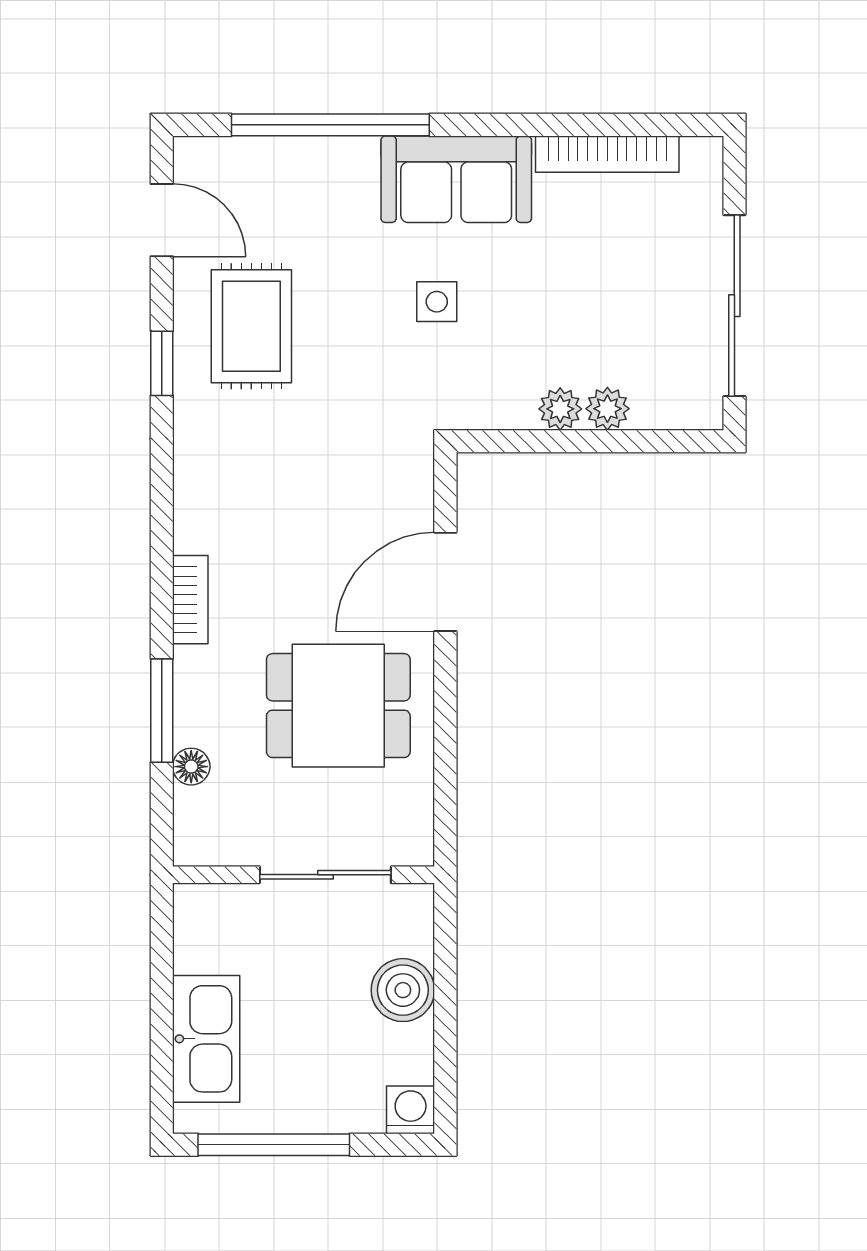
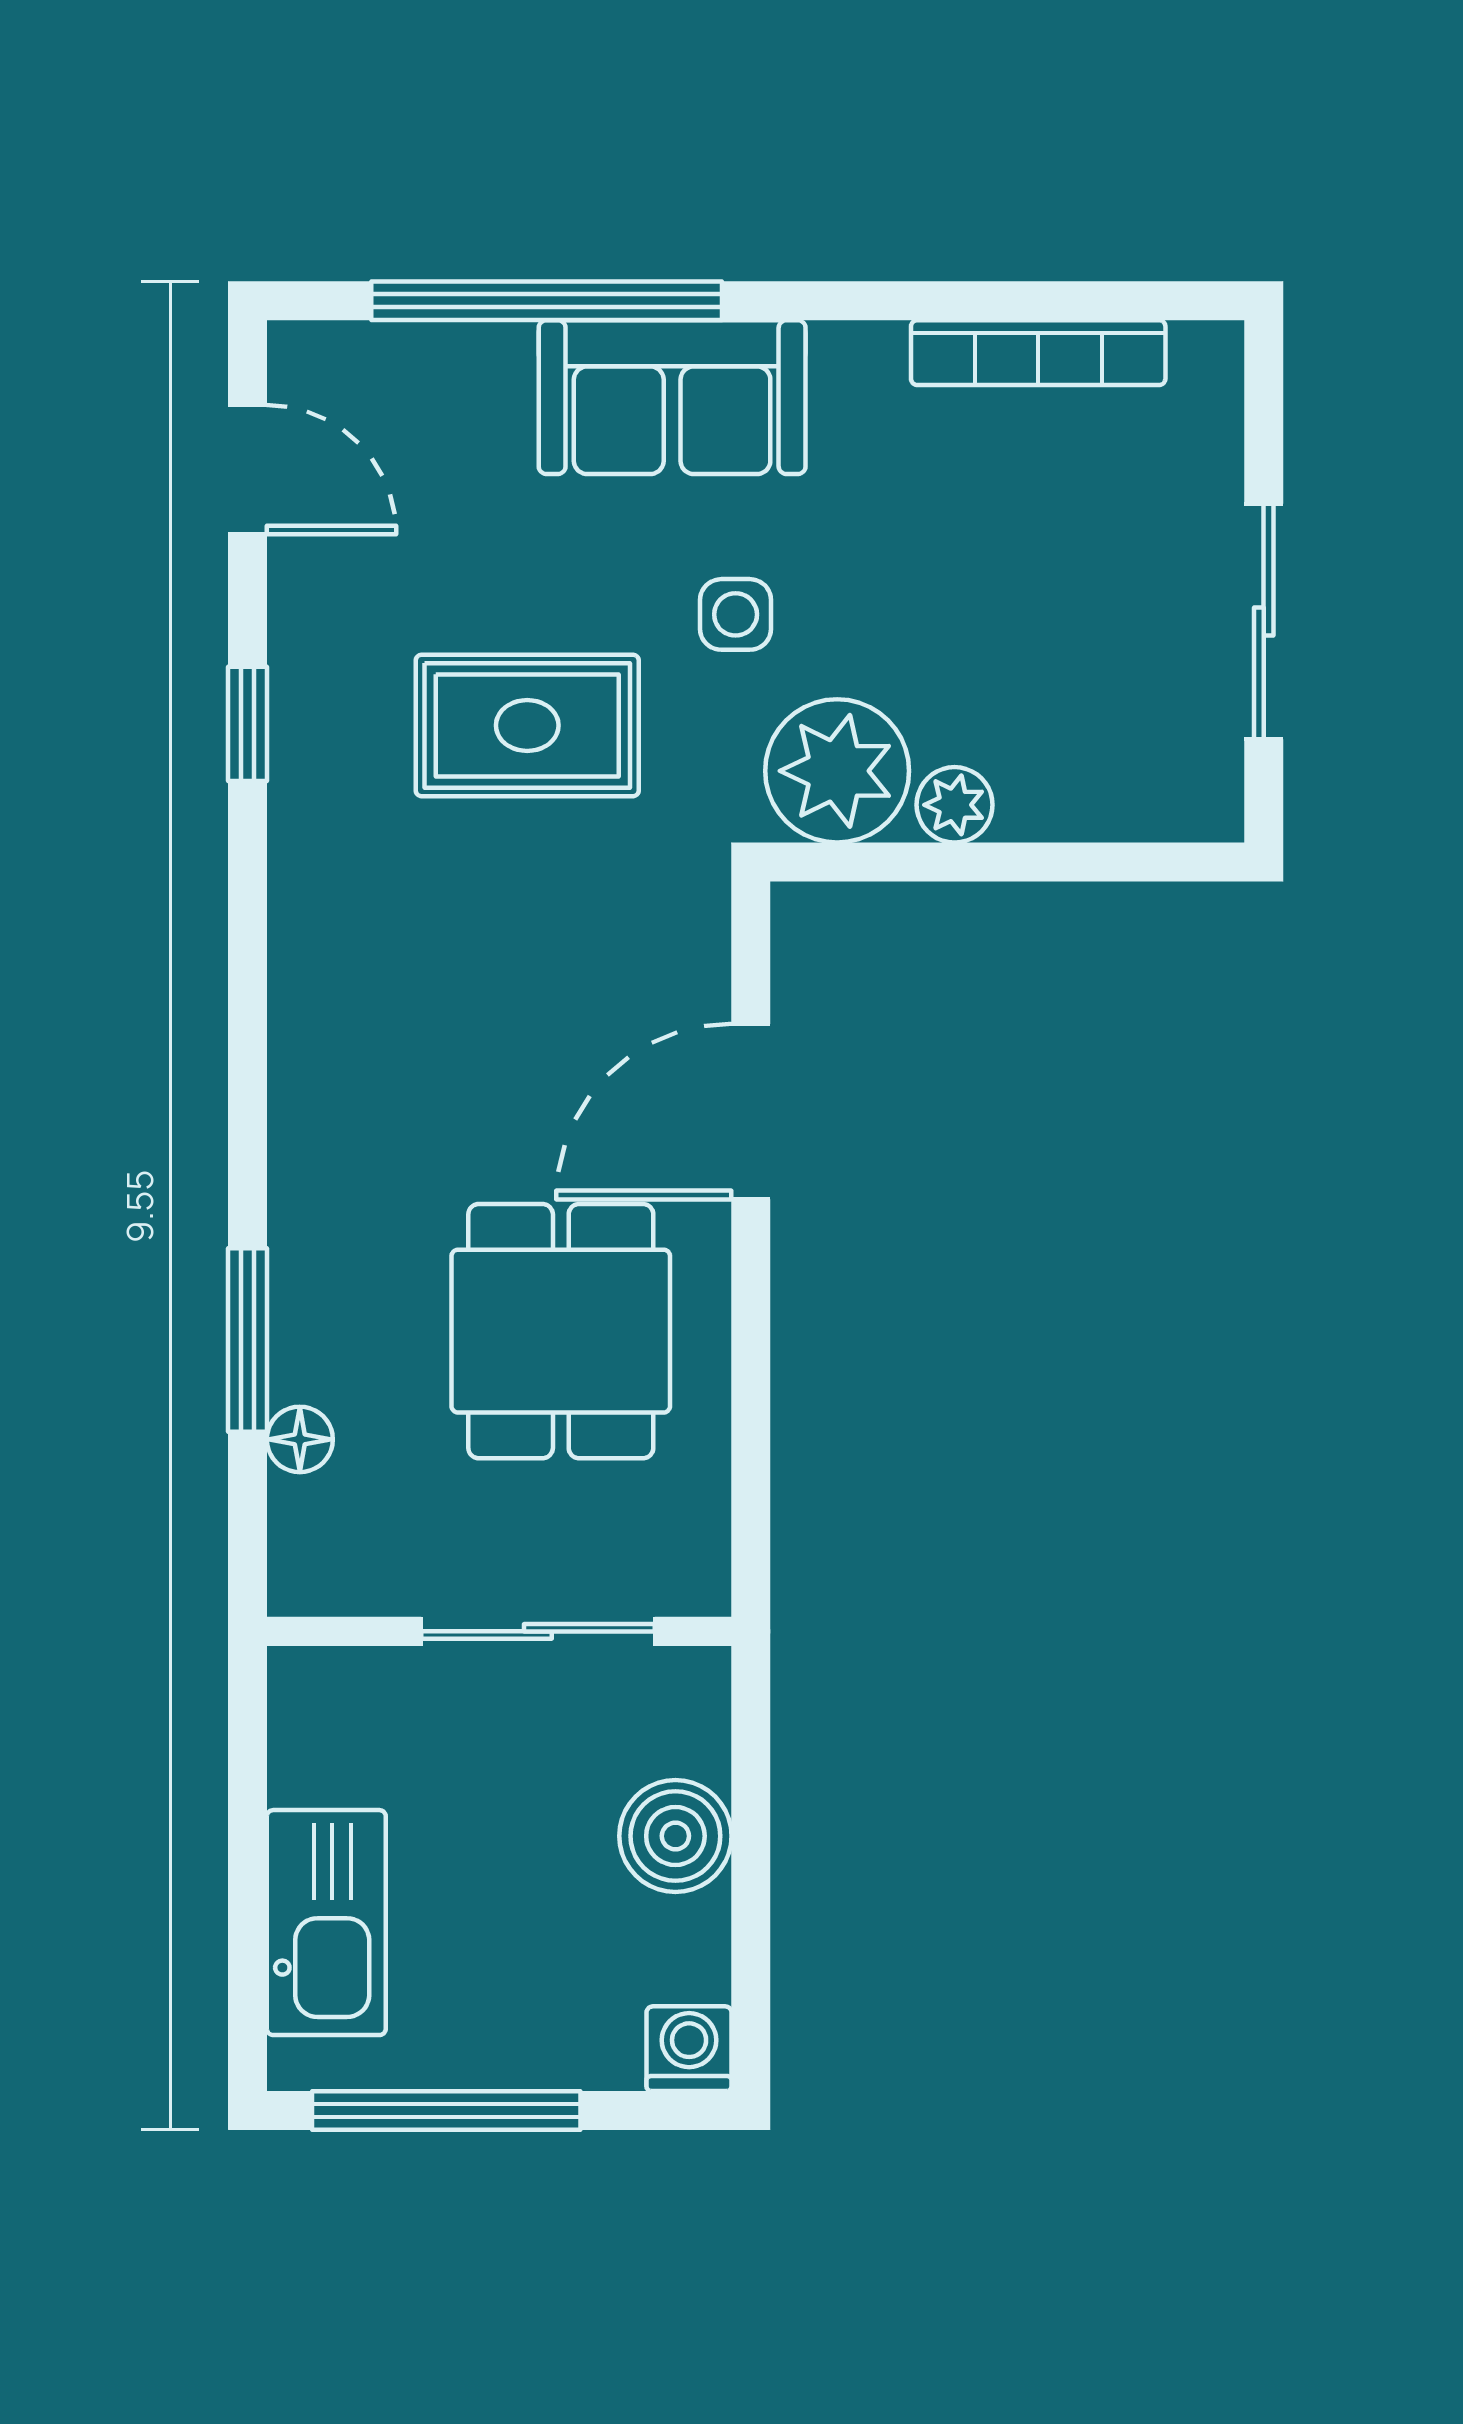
sofa: (456, 179) -> (672, 397), moved
sliding door: (734, 306) -> (1264, 621), width x0.73
rug: (251, 326) -> (527, 725), moved, turned 90
plant: (607, 409) -> (837, 771), moved, width x1.88, depth x1.88
bookcase: (190, 600) -> (298, 1143), removed
dining table: (338, 706) -> (561, 1331), turned 90

